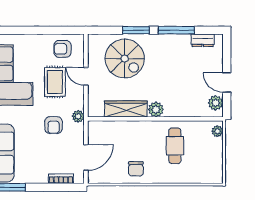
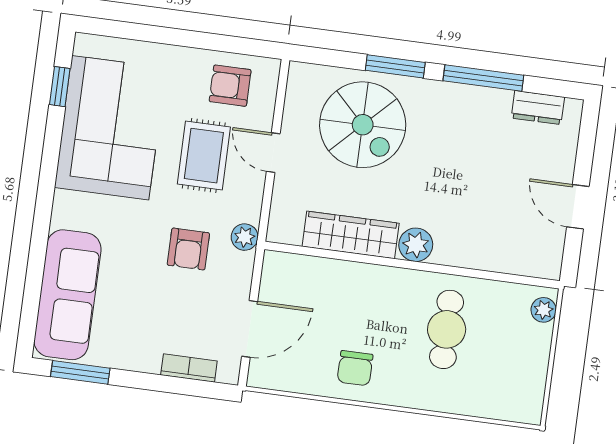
plant: (216, 103) -> (548, 248), removed

